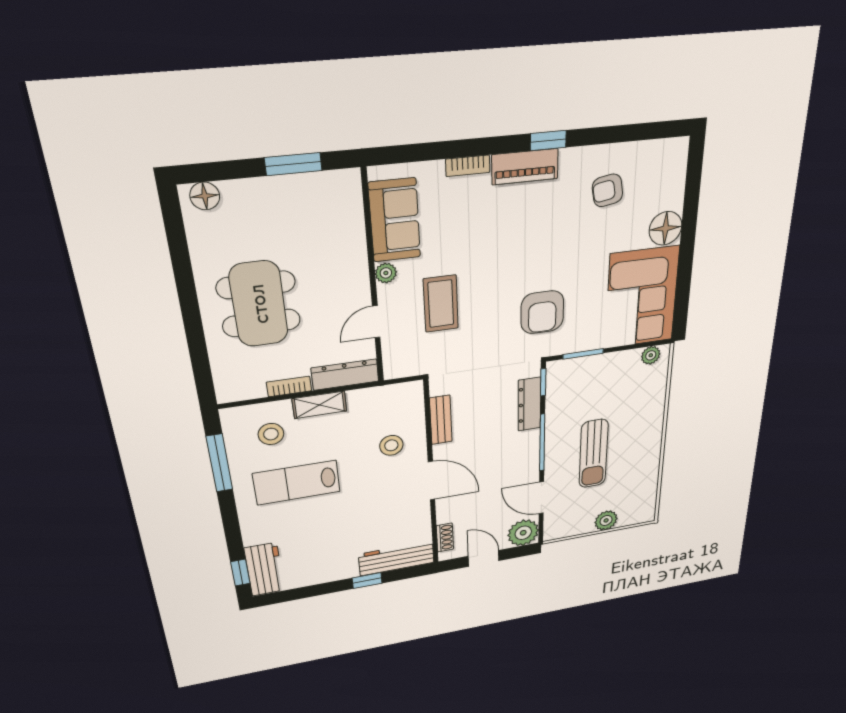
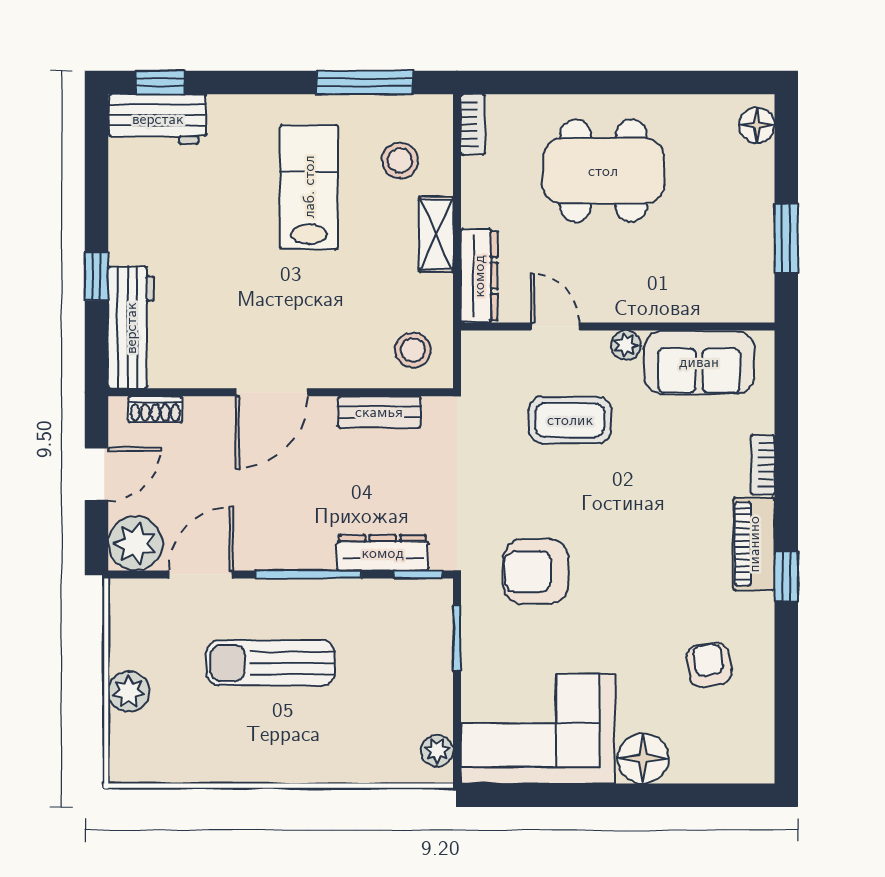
bookcase: (289, 386) -> (473, 124), moved
stool: (391, 445) -> (413, 350), moved

